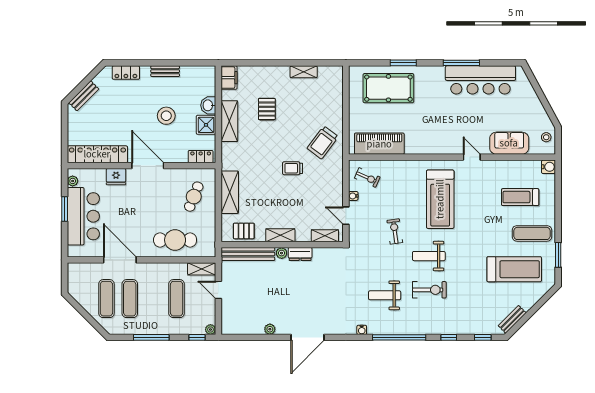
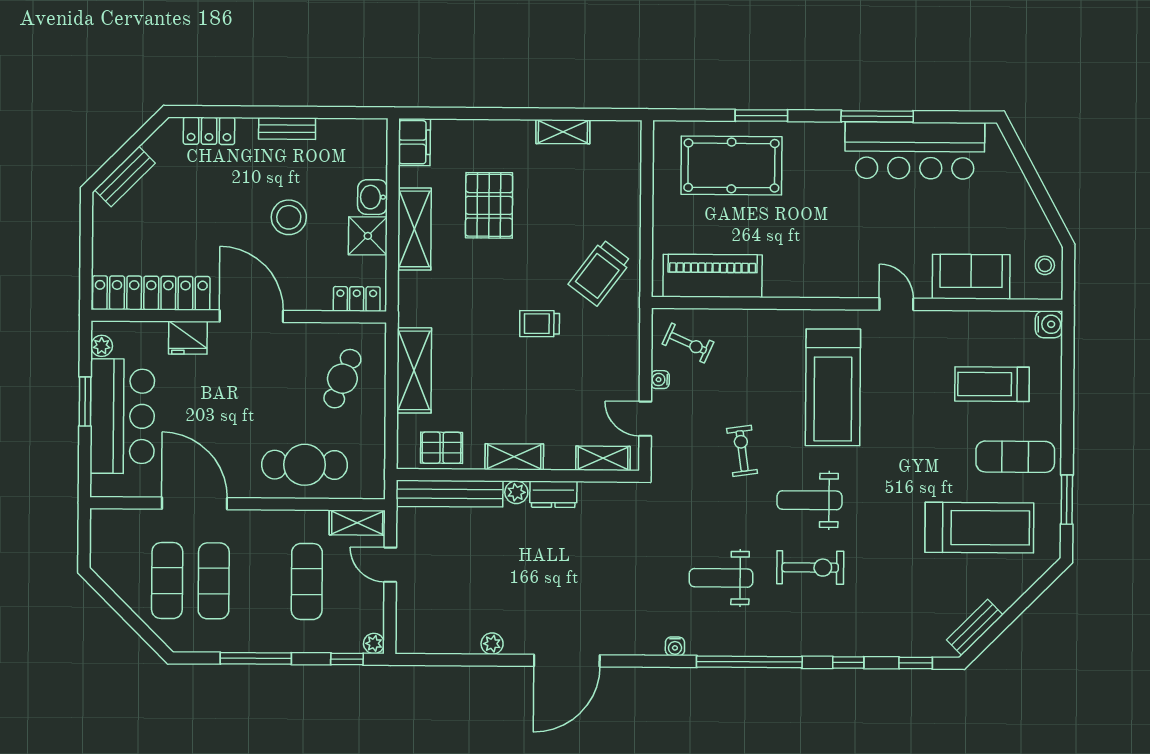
pallet: (267, 109) -> (489, 205), width x1.50, depth x1.42

